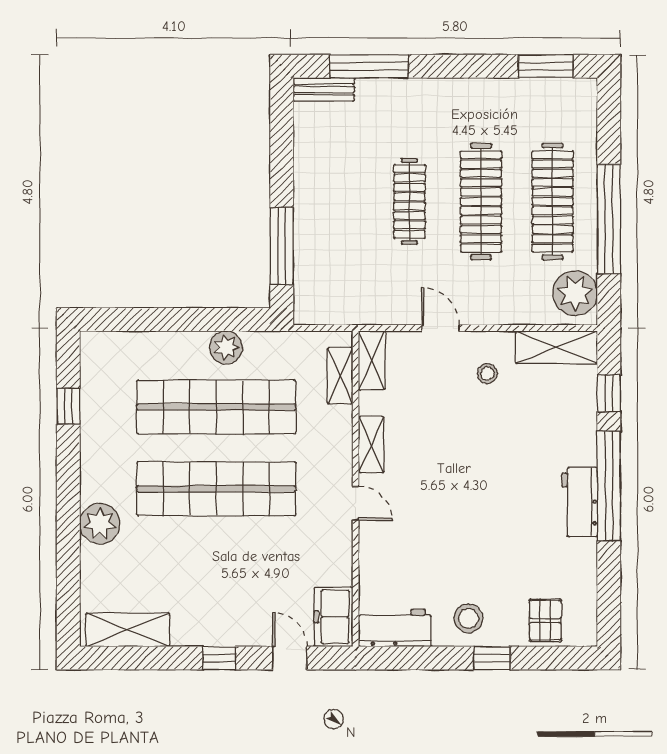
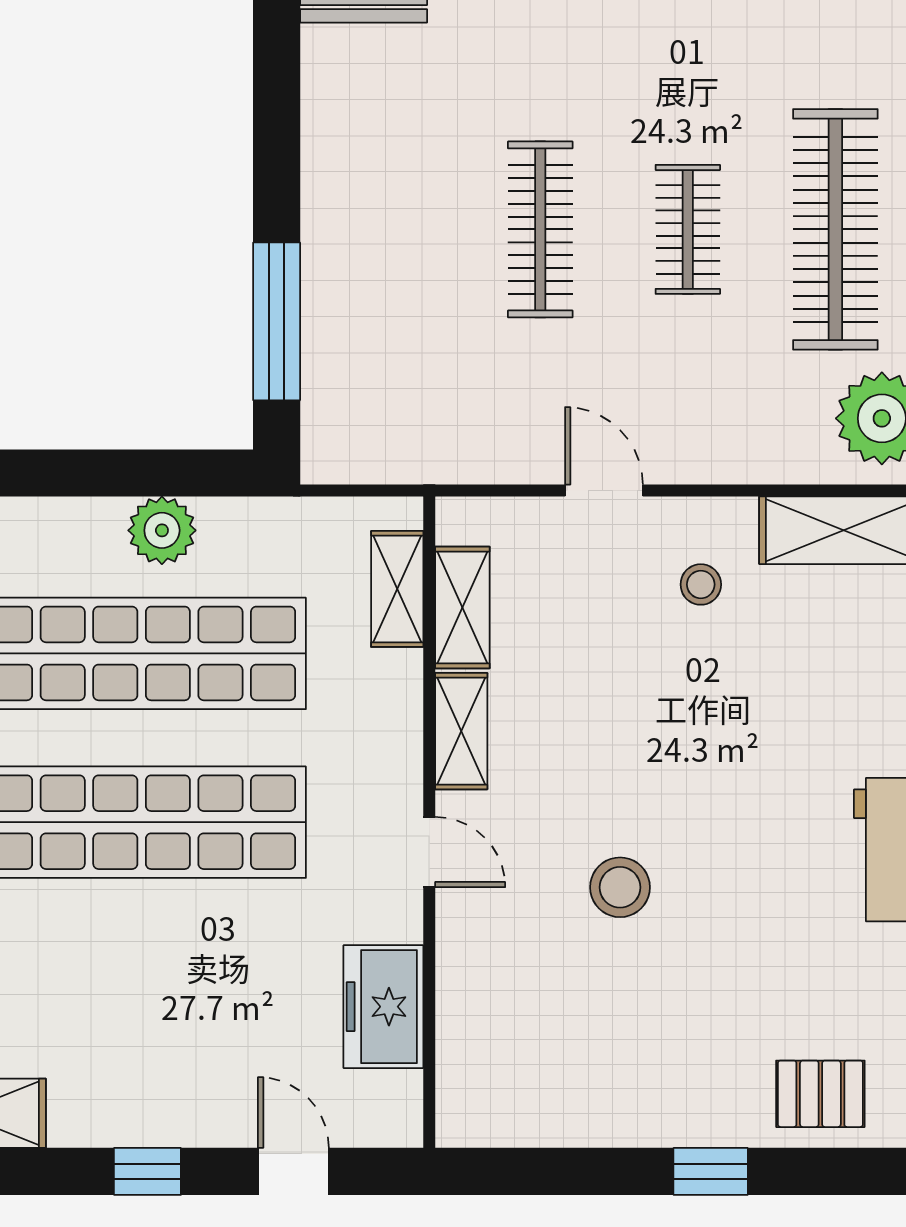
clothes rail: (481, 201) -> (688, 229), width x0.54, depth x0.76
shelving: (372, 360) -> (462, 608), moved
freezer: (333, 617) -> (383, 1007), moved
stool: (469, 618) -> (620, 887), moved
pallet: (545, 620) -> (820, 1094), turned 90
workbench: (395, 628) -> (510, 1109), removed

